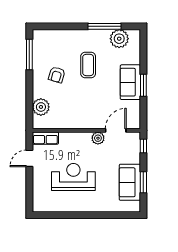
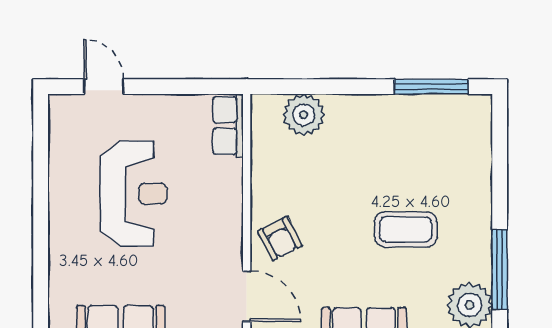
armchair: (57, 75) -> (280, 238), moved, turned -133
plant: (98, 138) -> (228, 253), removed
door: (29, 158) -> (104, 87), moved

